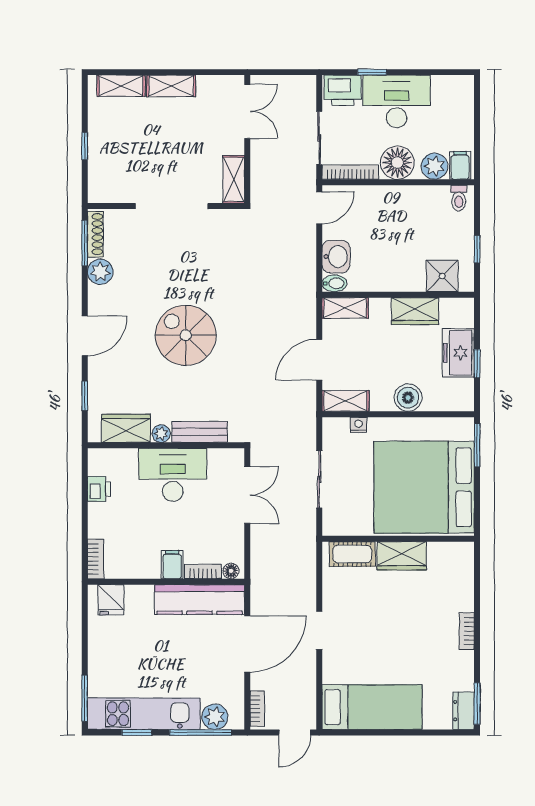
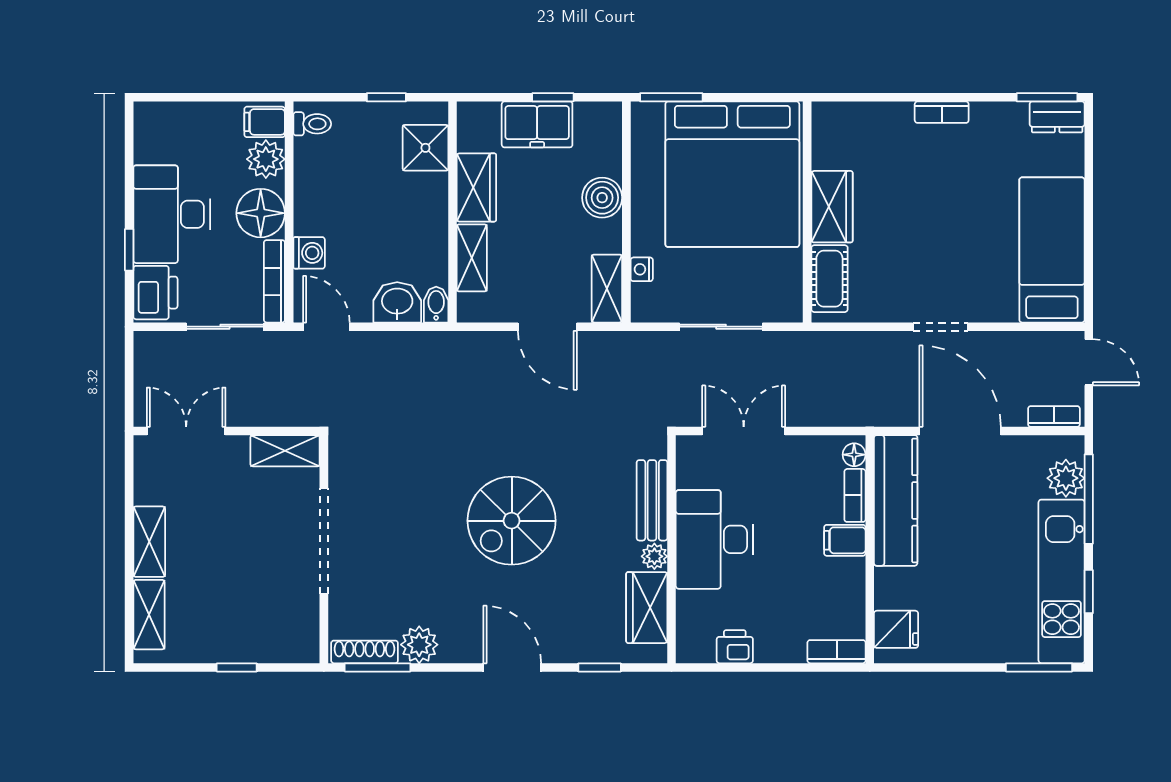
washing machine: (370, 196) -> (309, 253), added
shelving: (345, 308) -> (472, 258), moved

